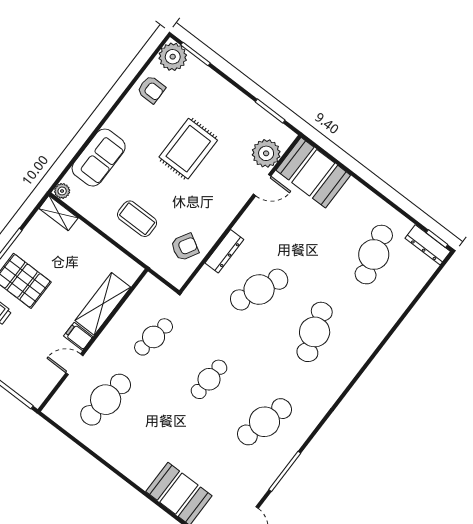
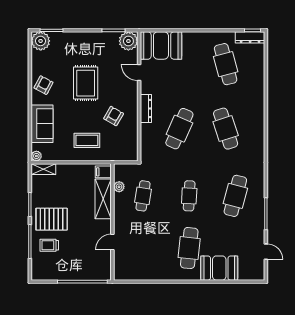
armchair: (151, 89) -> (44, 85), moved, turned -62
plant: (266, 153) -> (128, 41), moved
door: (262, 185) -> (139, 72), swing flipped
armchair: (185, 247) -> (114, 116), moved
dresser: (224, 251) -> (146, 109), moved
plant: (133, 304) -> (119, 187), added
filing cabinet: (78, 336) -> (103, 172), moved
cafe table: (106, 400) -> (189, 248), moved

